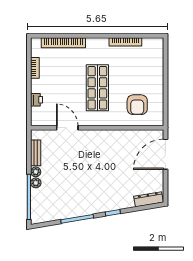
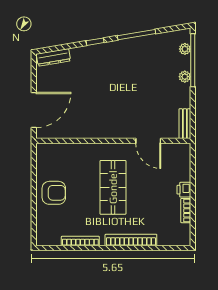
bookcase: (63, 43) -> (131, 240), moved
printer: (37, 100) -> (184, 190), moved
armchair: (137, 105) -> (54, 193), moved, turned 90
bench: (36, 153) -> (185, 124), moved
plant: (36, 172) -> (185, 49), moved

